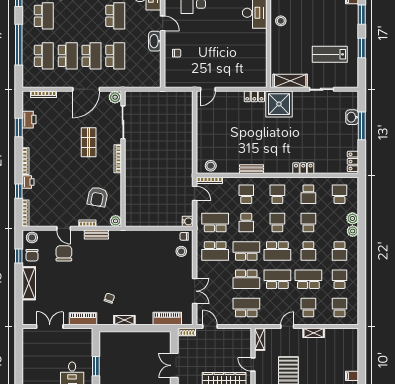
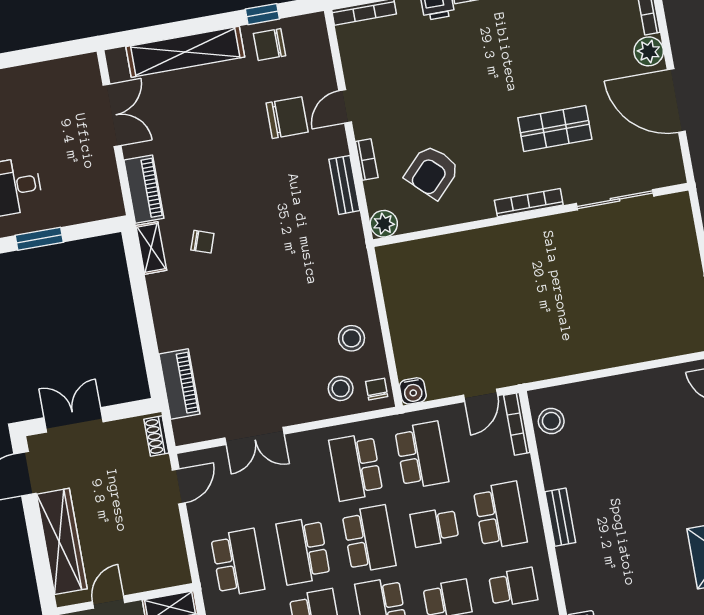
plant: (115, 97) -> (649, 51), moved
school desk: (246, 194) -> (500, 515), width x1.85
armchair: (98, 197) -> (432, 172), turned -57
stool: (32, 237) -> (351, 338), moved
shelving: (29, 283) -> (185, 52), width x1.47
shelving: (124, 320) -> (151, 248), moved

